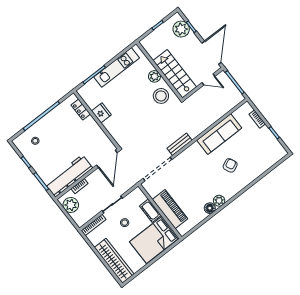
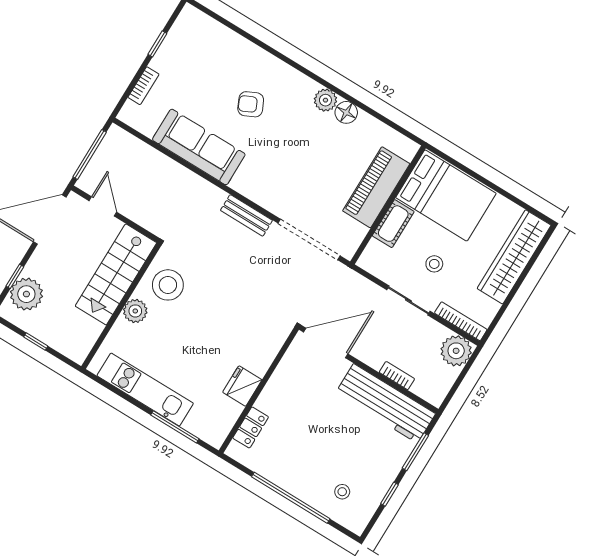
plant: (71, 205) -> (456, 351), moved

